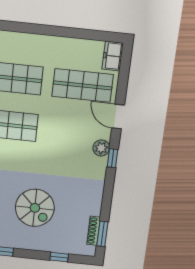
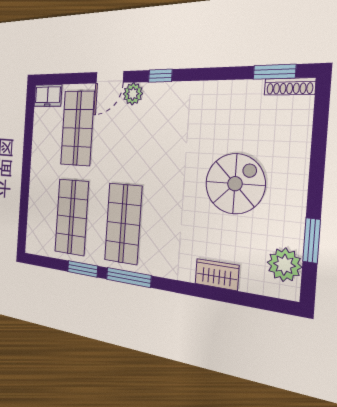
plant: (101, 148) -> (133, 94), moved
shoe rack: (94, 231) -> (290, 86), moved
window: (59, 257) -> (319, 139), removed

